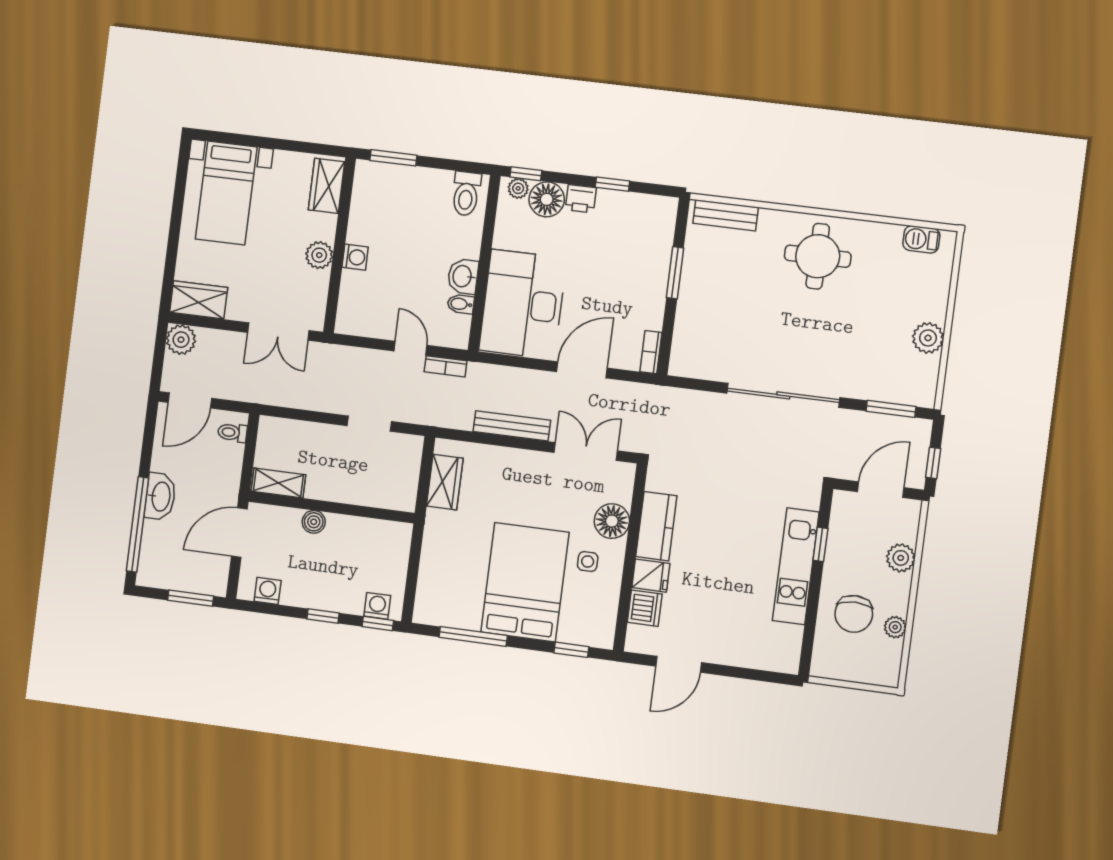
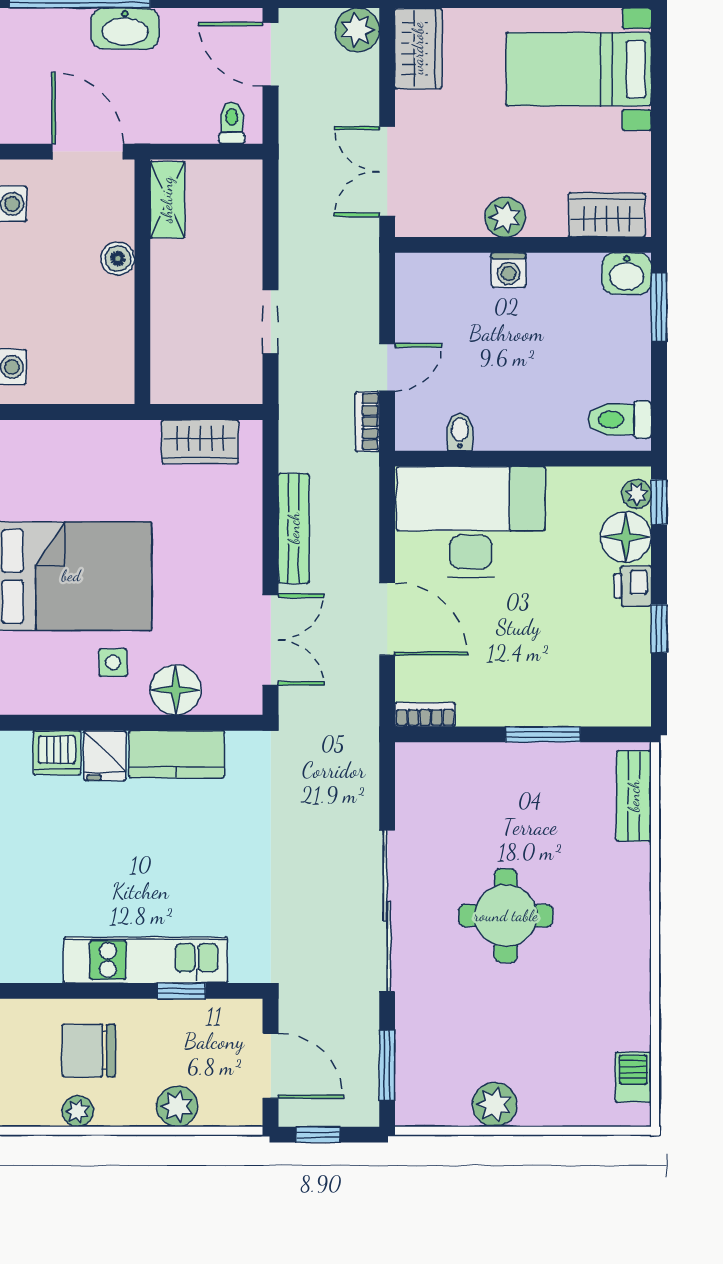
round table: (818, 256) -> (506, 916), moved
washbasin: (463, 276) -> (627, 273), moved, turned 180

